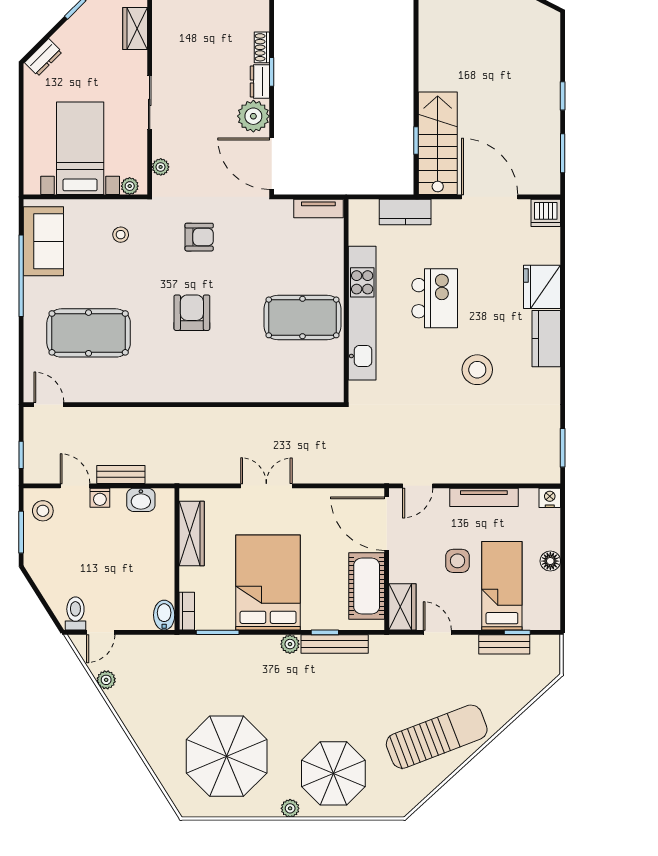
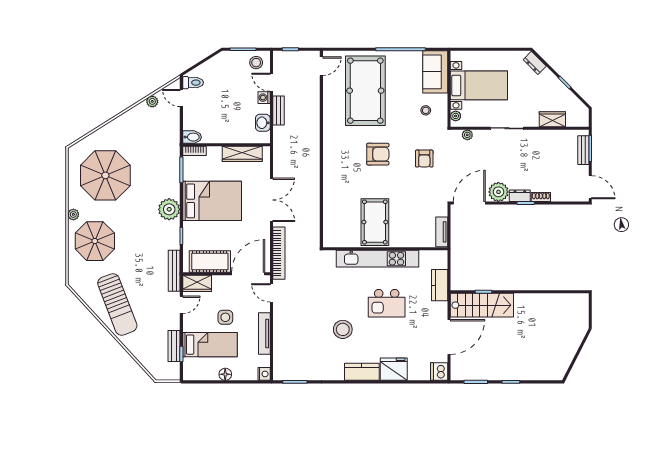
sofa: (43, 241) -> (435, 72), moved, turned 90
pool table: (89, 333) -> (365, 91), width x1.36, depth x1.32
bookcase: (353, 474) -> (279, 253), added
door: (75, 486) -> (271, 82), swing flipped
double door: (266, 486) -> (271, 200), width x1.37
plant: (290, 644) -> (169, 209), width x1.88, depth x1.88
bench: (335, 644) -> (174, 271), moved

